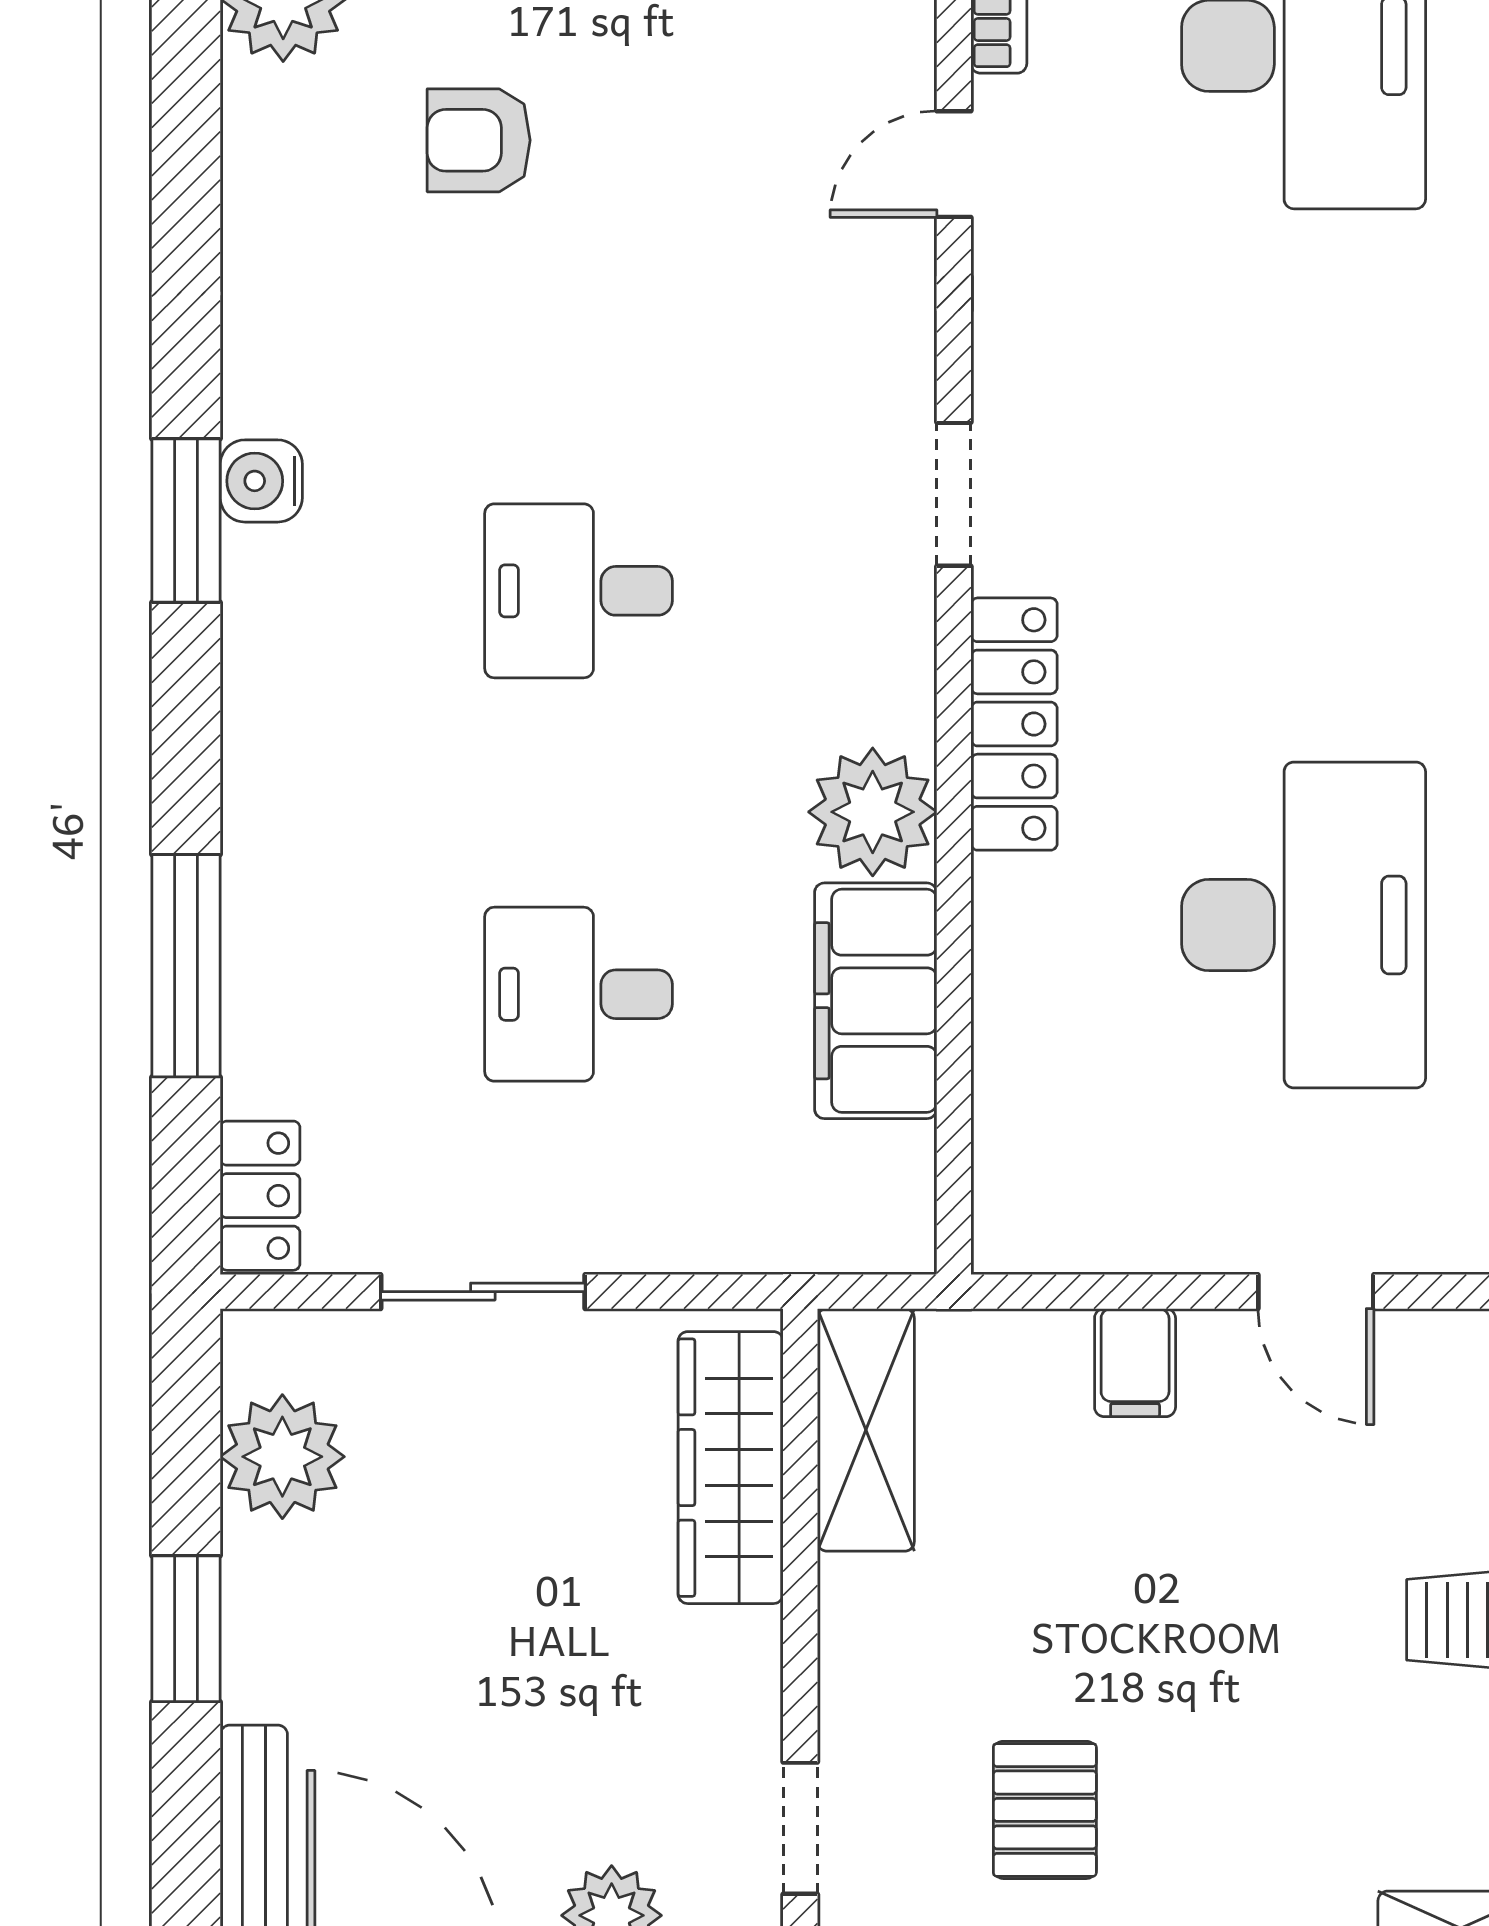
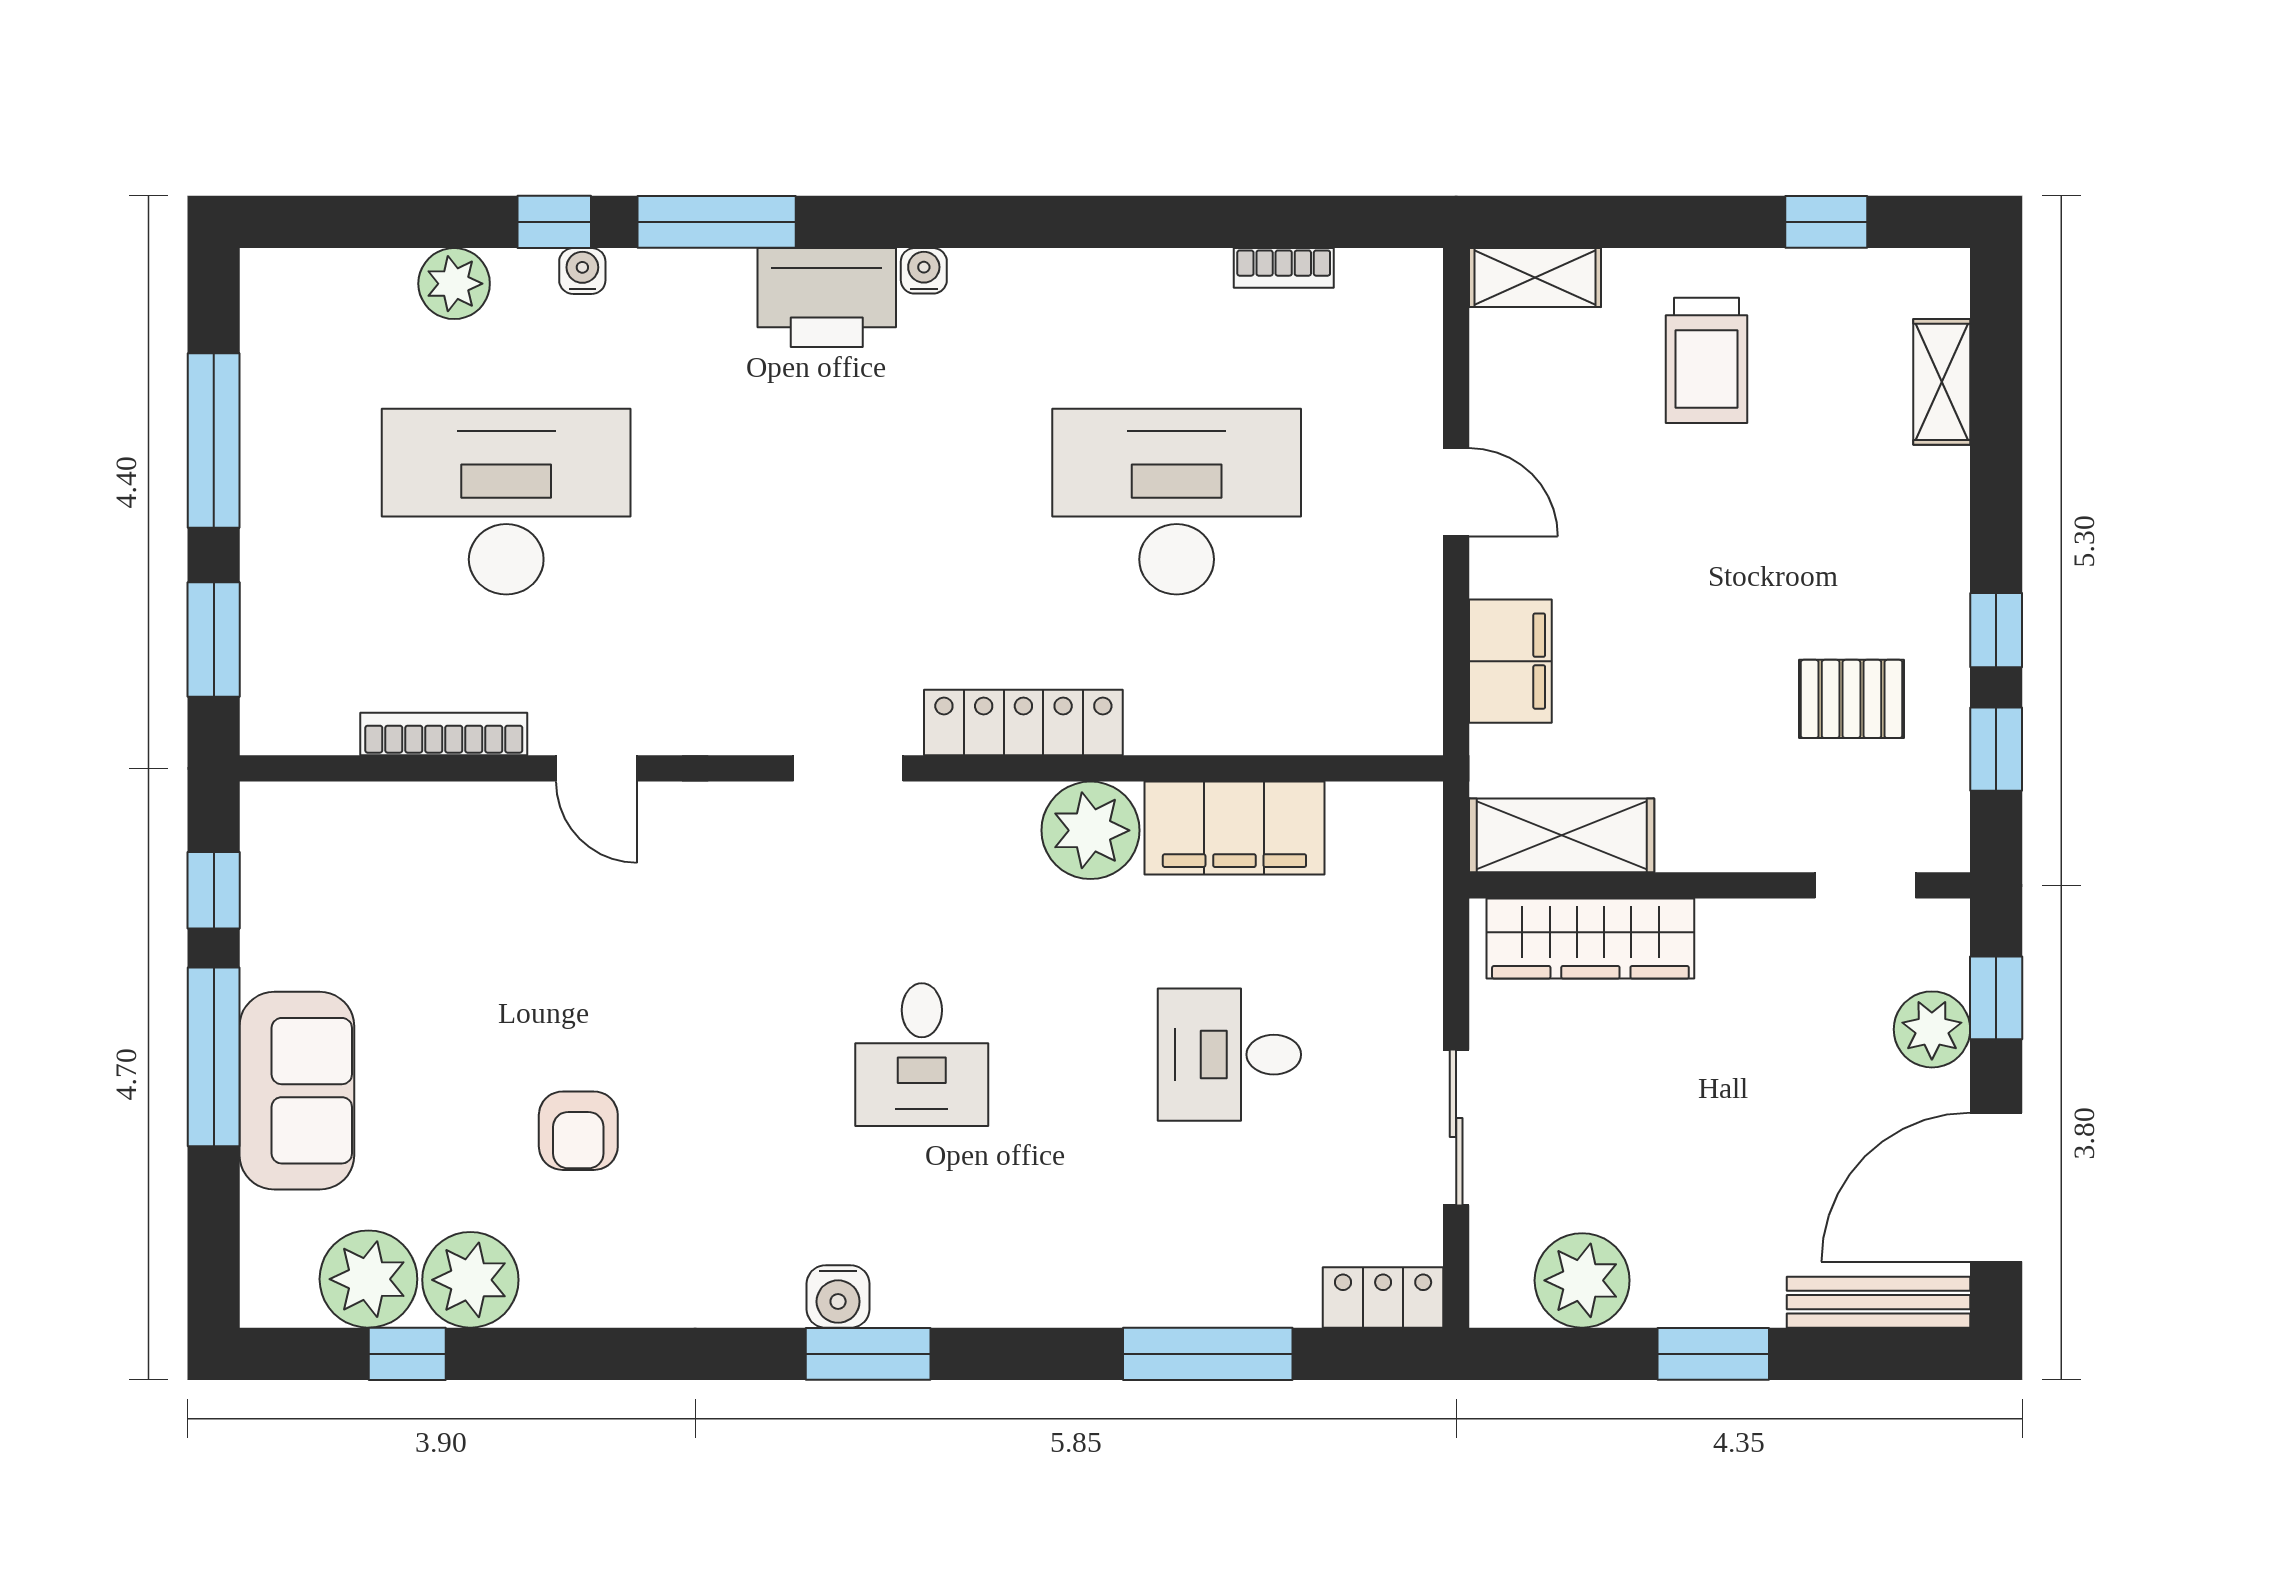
desk: (578, 994) -> (1229, 1055), turned 90
door: (1316, 1292) -> (1456, 492), hinge flipped
filing cabinet: (1135, 1363) -> (1510, 661), width x2.00

